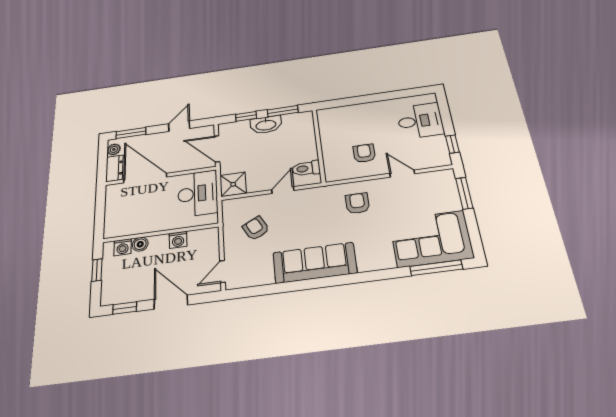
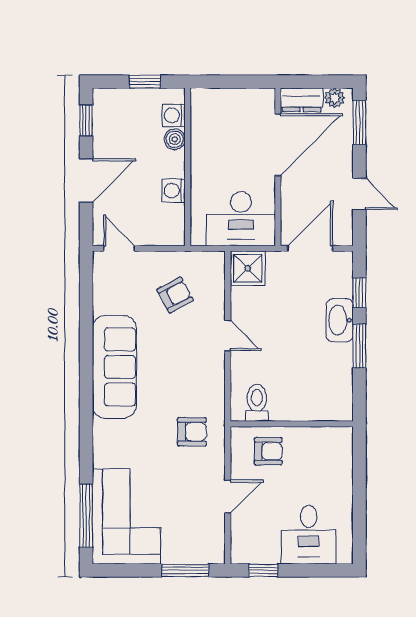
wall: (319, 145) -> (292, 424), moved
toilet: (306, 168) -> (257, 403), moved

